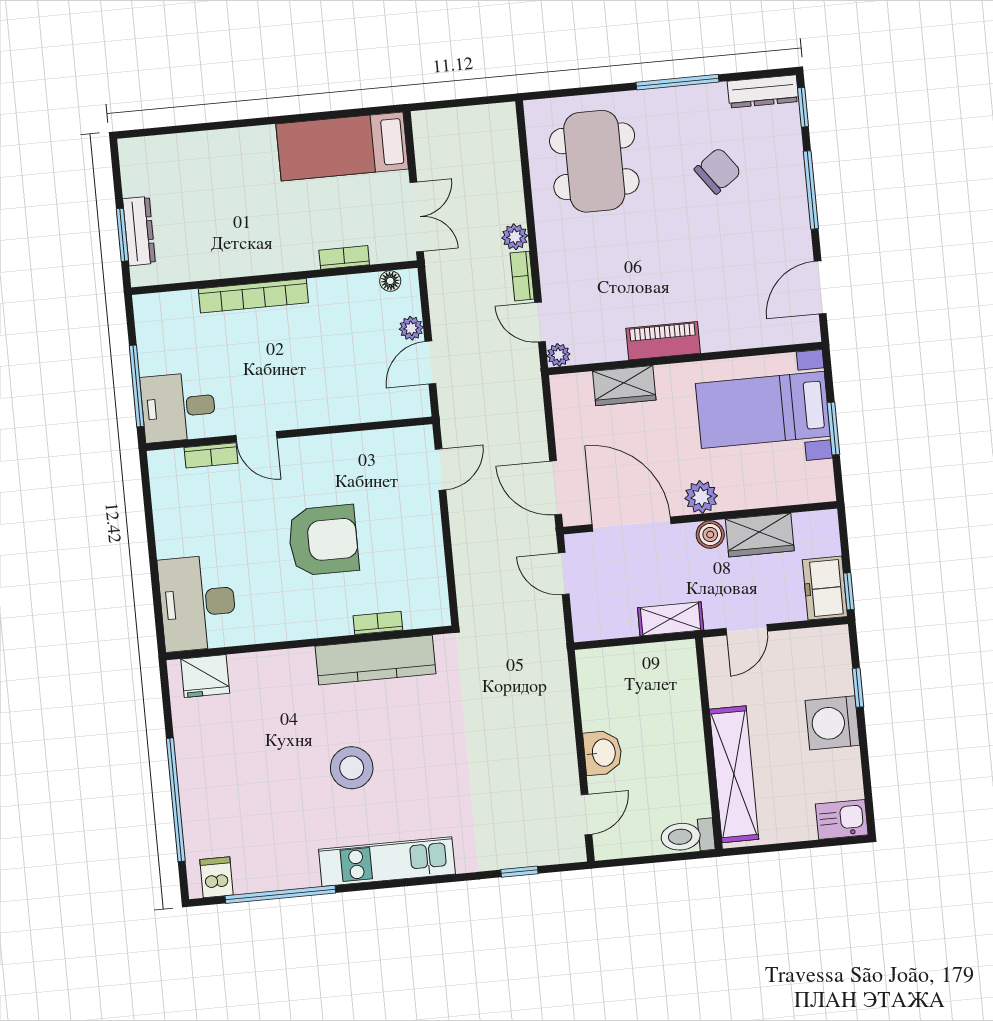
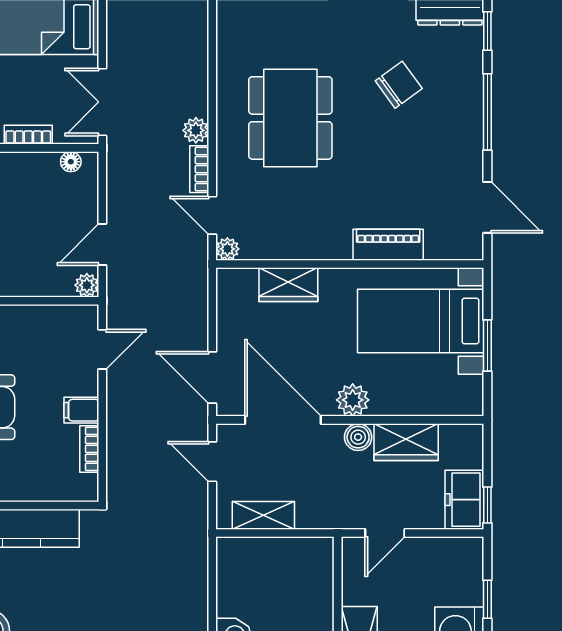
dining table: (594, 161) -> (290, 118), moved
double door: (417, 217) -> (102, 102), swing flipped
door: (820, 287) -> (487, 207), swing flipped
plant: (411, 328) -> (87, 285), moved
piano: (663, 341) -> (388, 245), moved
filing cabinet: (425, 534) -> (81, 410), added
shelving: (671, 619) -> (263, 515), moved
bookcase: (378, 623) -> (89, 449), moved, turned -90

